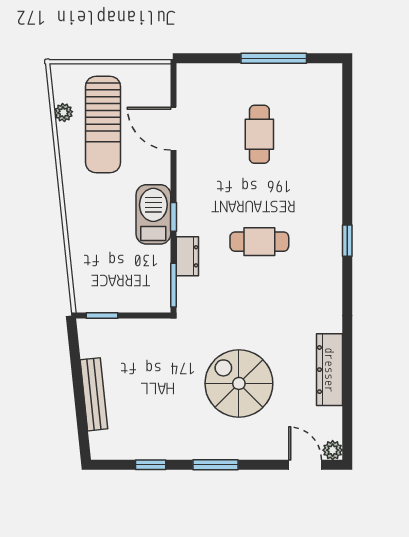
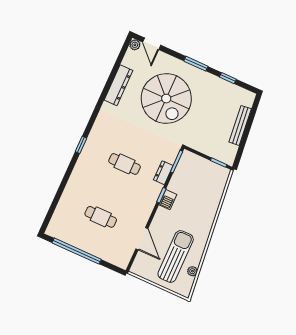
window: (274, 58) -> (77, 251), width x1.46
cafe table: (259, 134) -> (101, 217), turned 90
barbecue: (153, 214) -> (168, 200), width x0.53, depth x0.65
spiral stairs: (239, 383) -> (166, 99), width x1.37, depth x1.37

